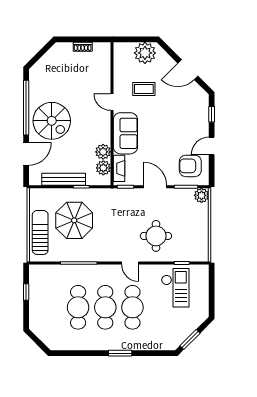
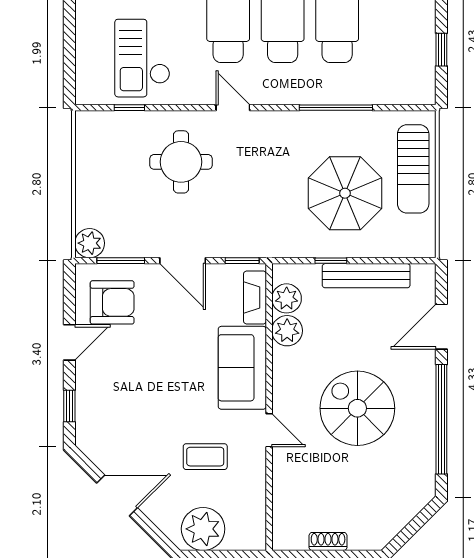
spiral stairs: (52, 121) -> (357, 408), moved

